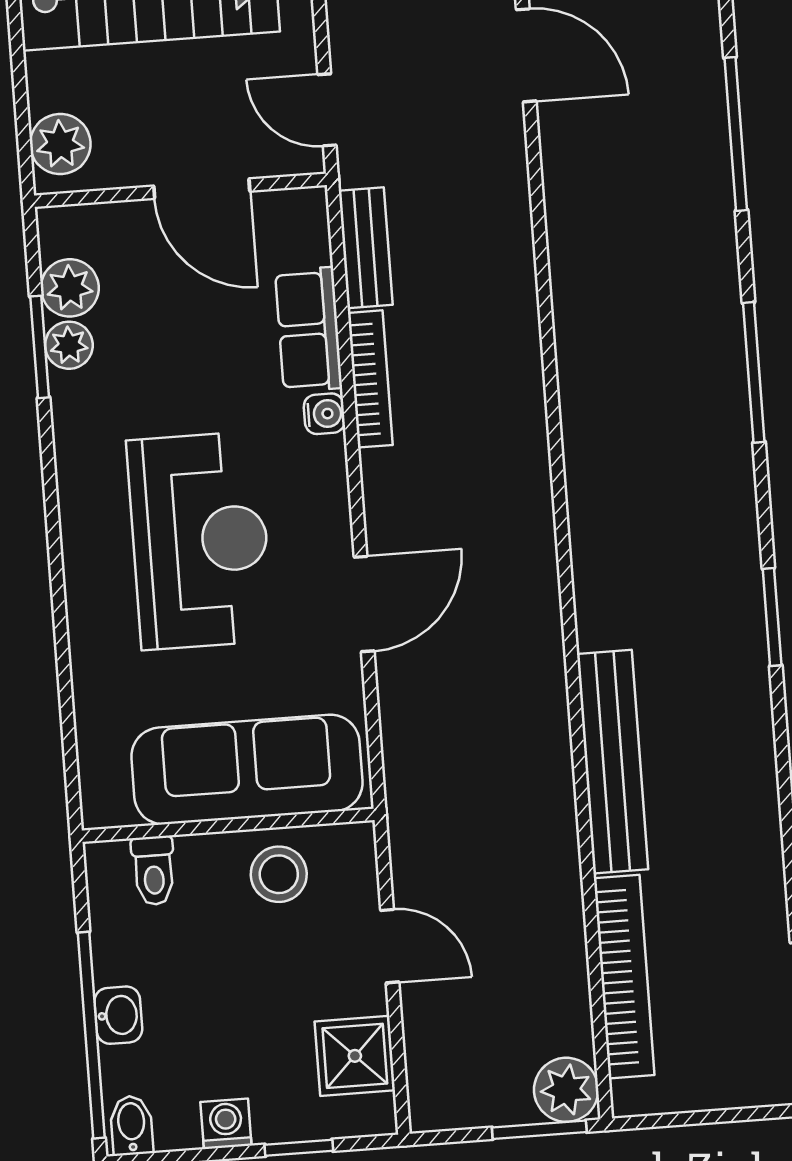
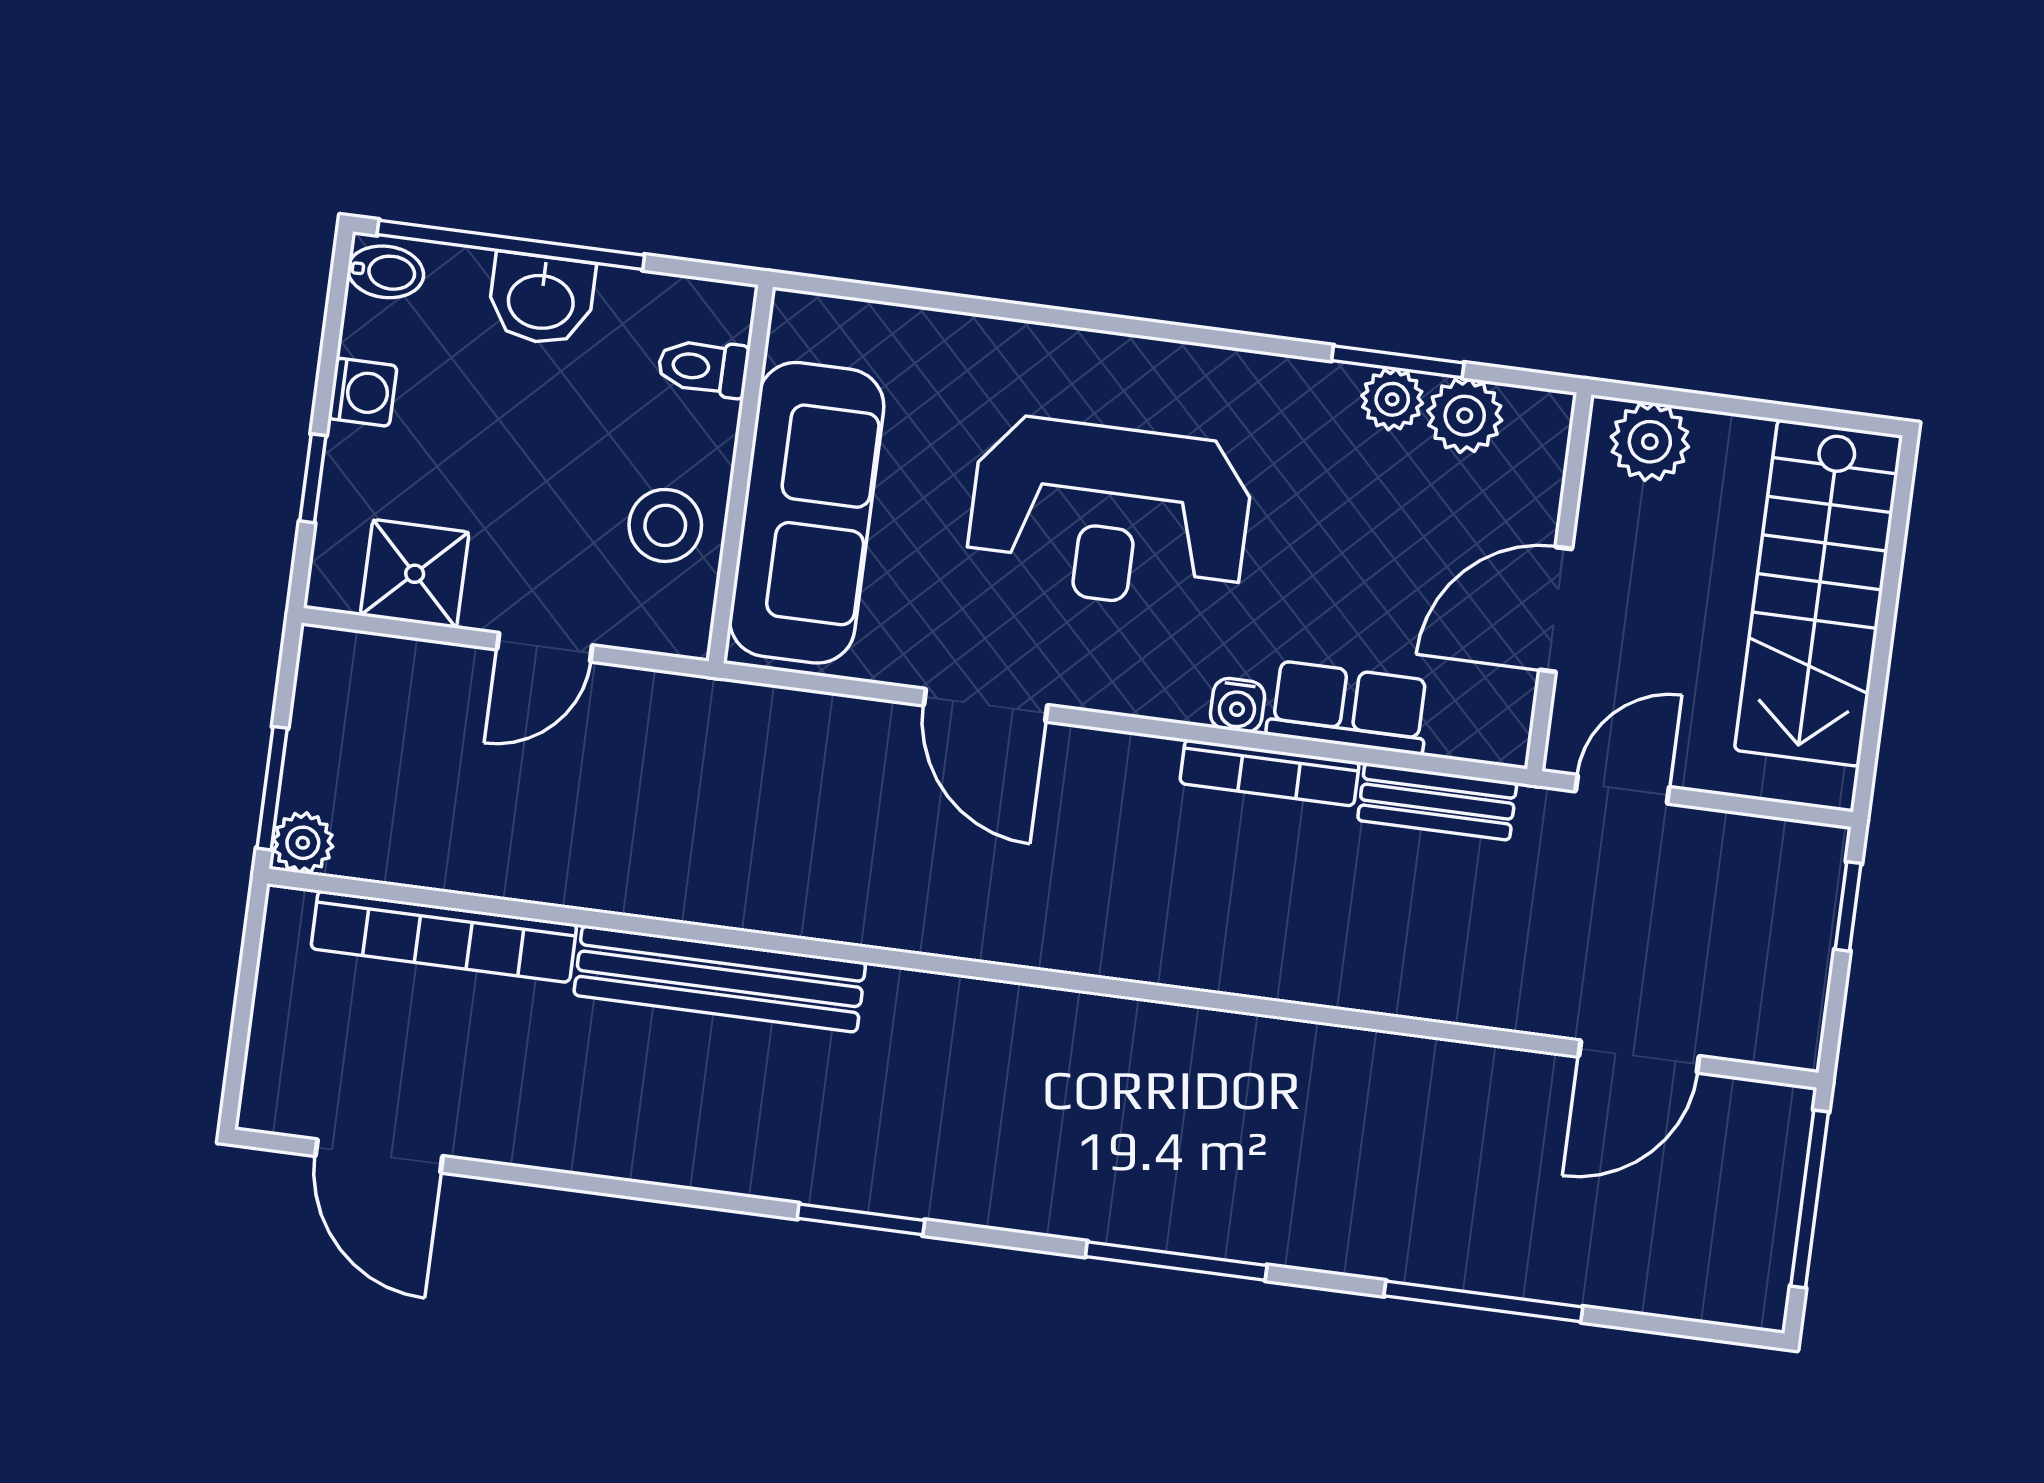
washbasin: (118, 1015) -> (541, 299), width x1.38, depth x1.45
plant: (566, 1090) -> (303, 843), width x0.73, depth x0.73

